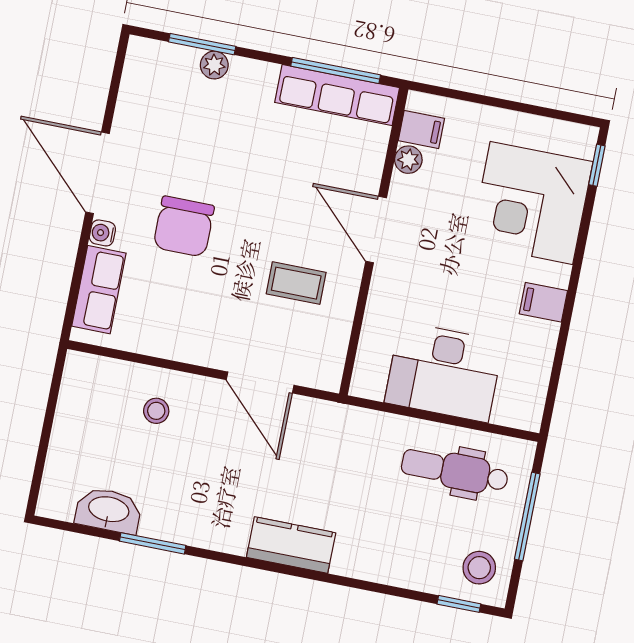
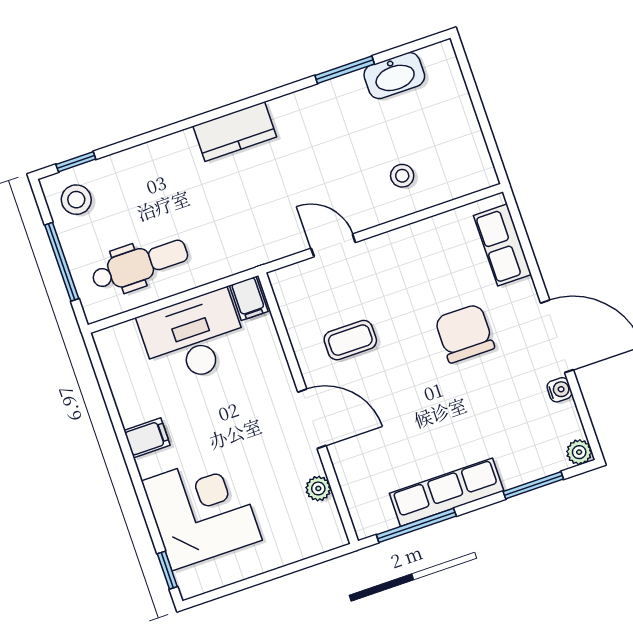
plant: (214, 65) -> (579, 452), moved
row of seats: (337, 95) -> (447, 492), moved
filing cabinet: (421, 129) -> (249, 298), moved, turned -90
water cooler: (102, 233) -> (559, 390), moved
door: (260, 383) -> (333, 245), width x0.73

